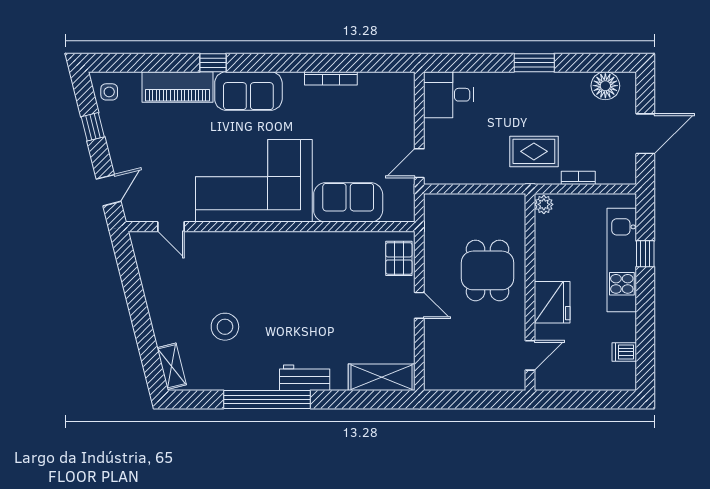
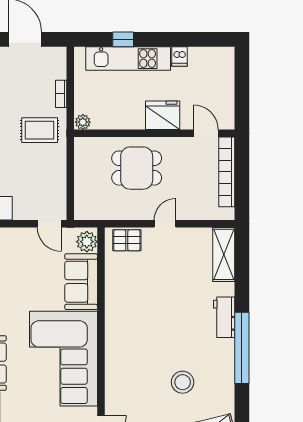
rug: (534, 151) -> (40, 130), turned 90
plant: (397, 209) -> (87, 242), added
dishwasher: (624, 352) -> (179, 56), moved
bookcase: (483, 381) -> (227, 172), added

